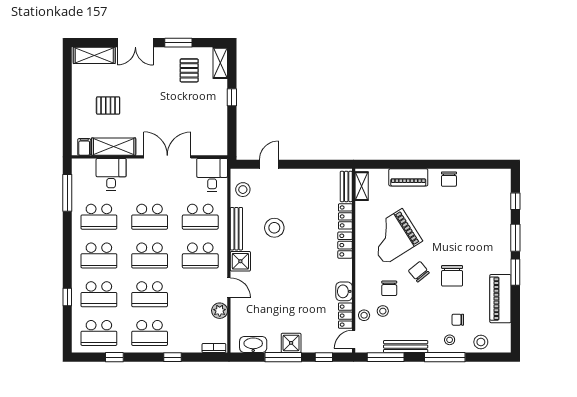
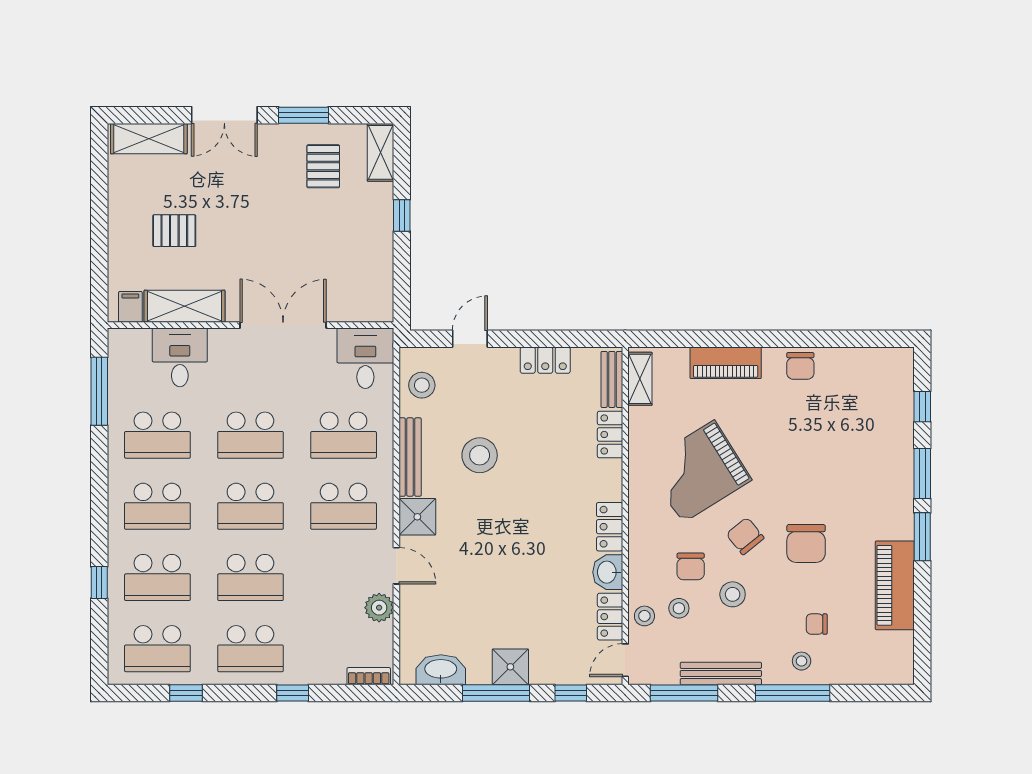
locker: (310, 176) -> (545, 360), added
locker: (345, 245) -> (610, 527), moved
stool: (481, 342) -> (733, 594), moved

